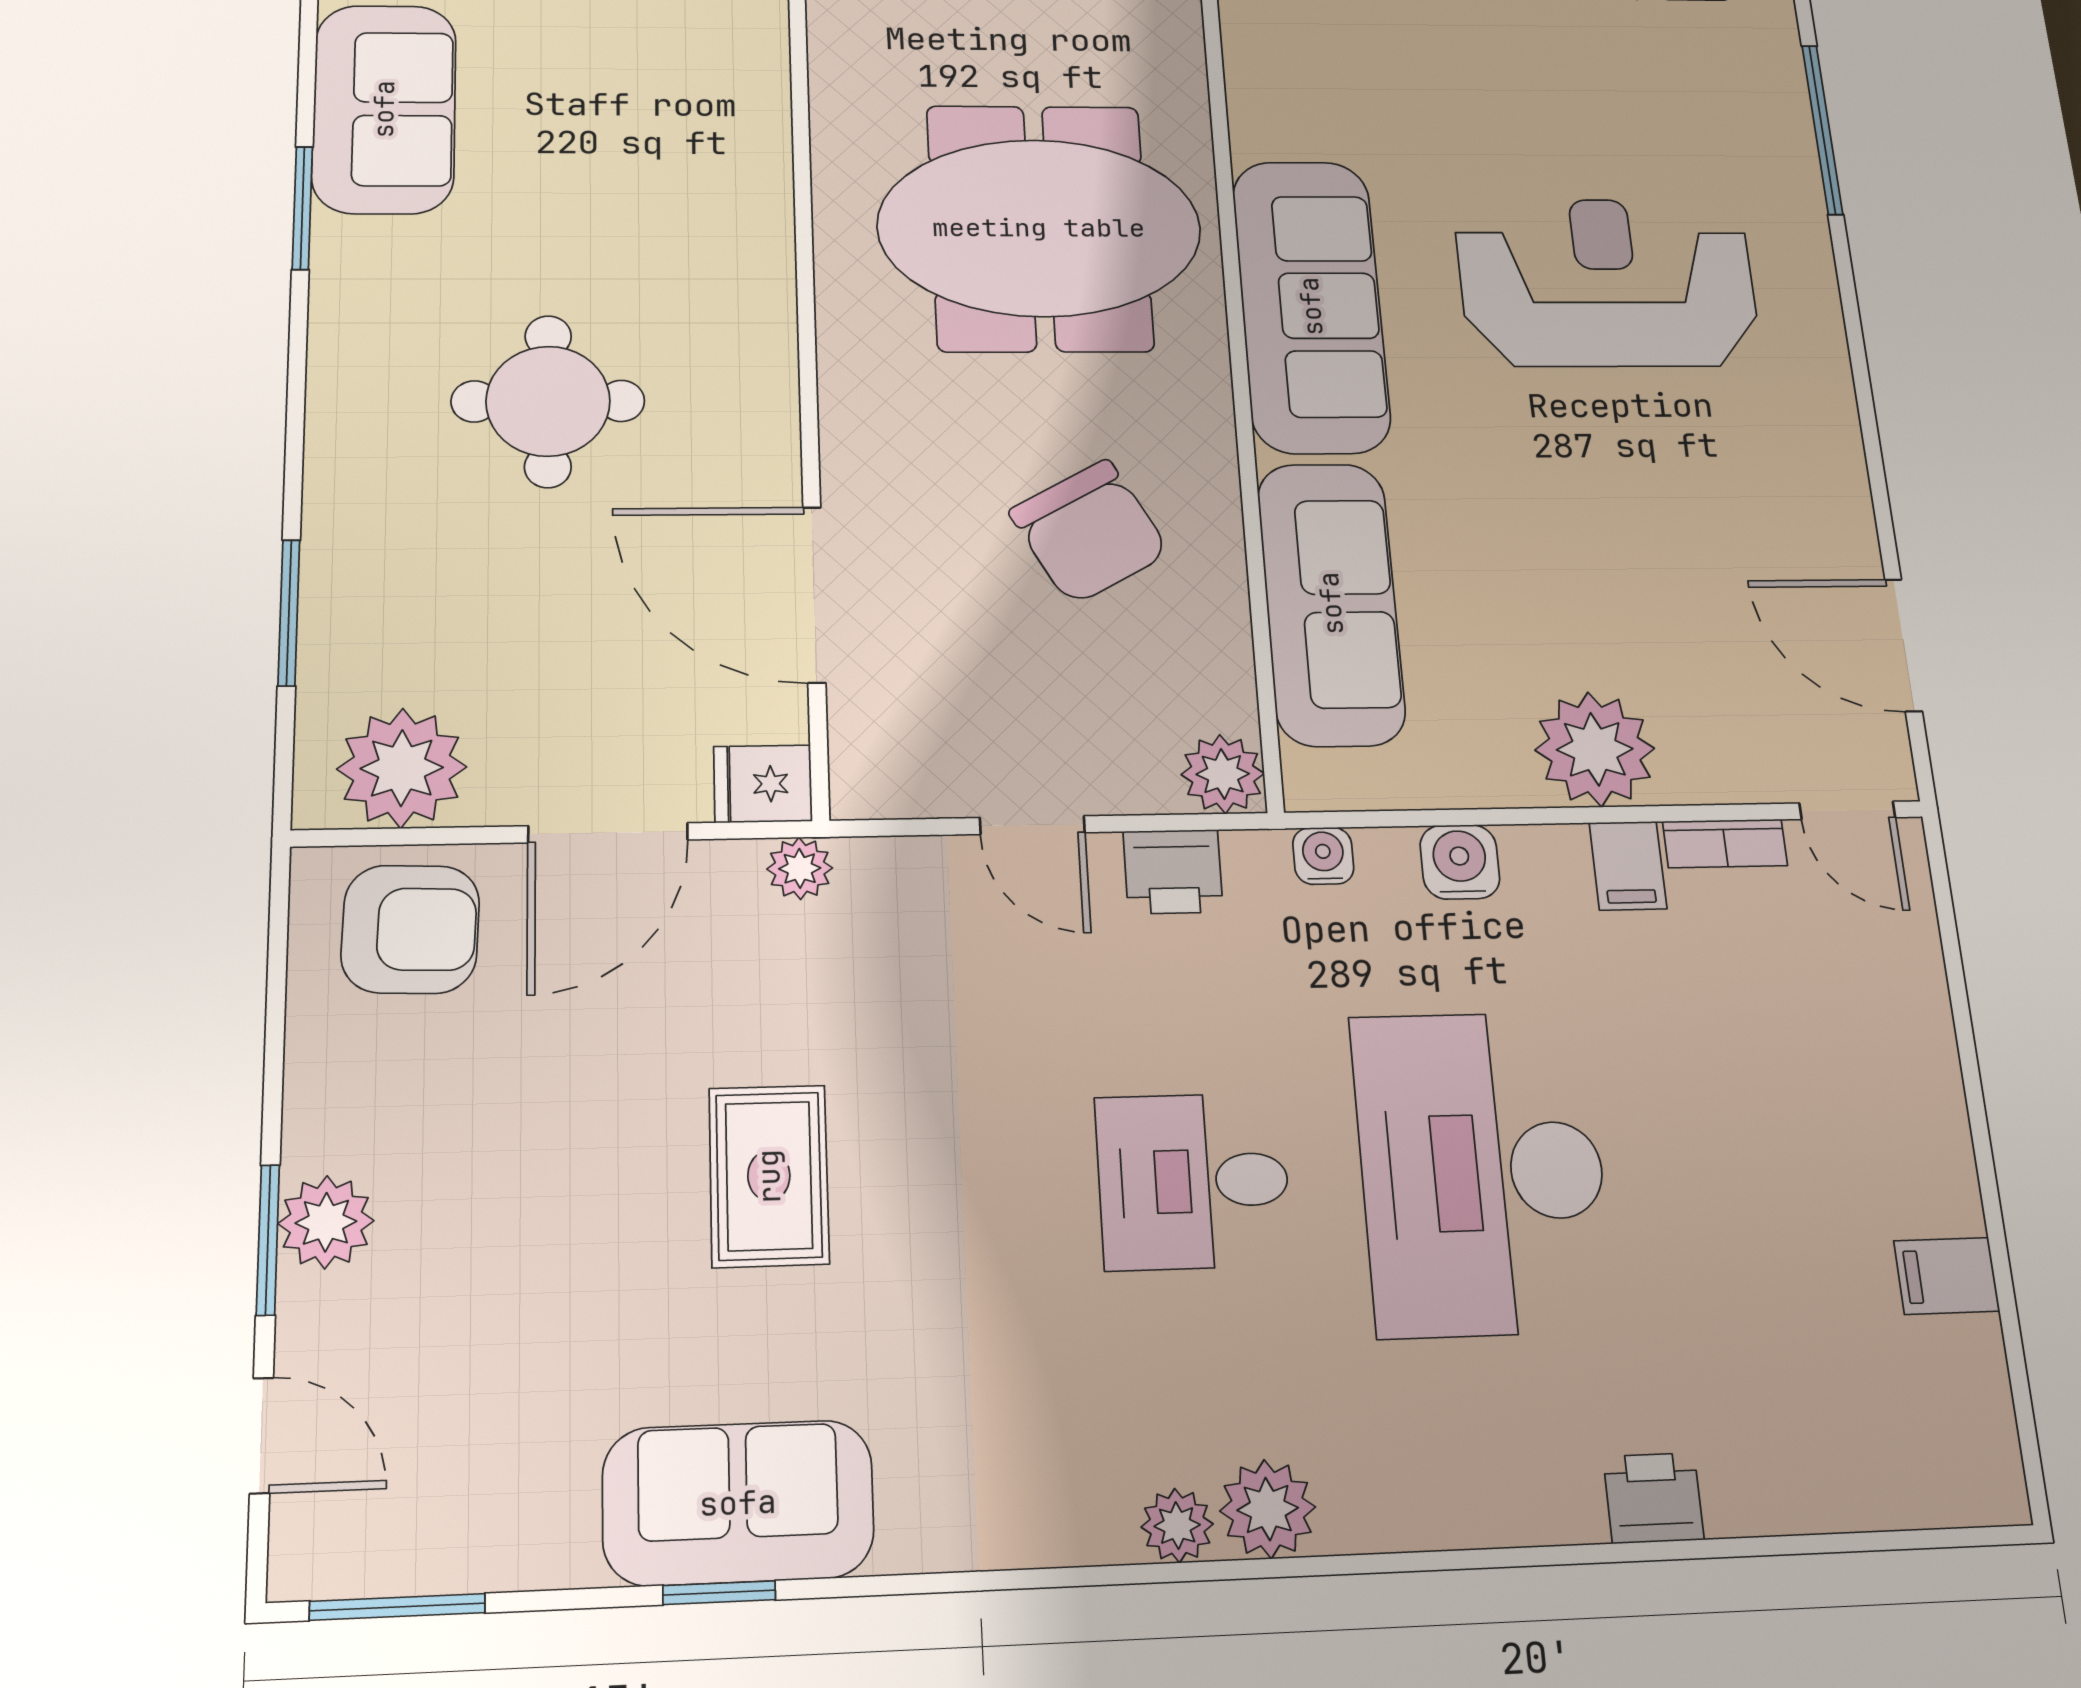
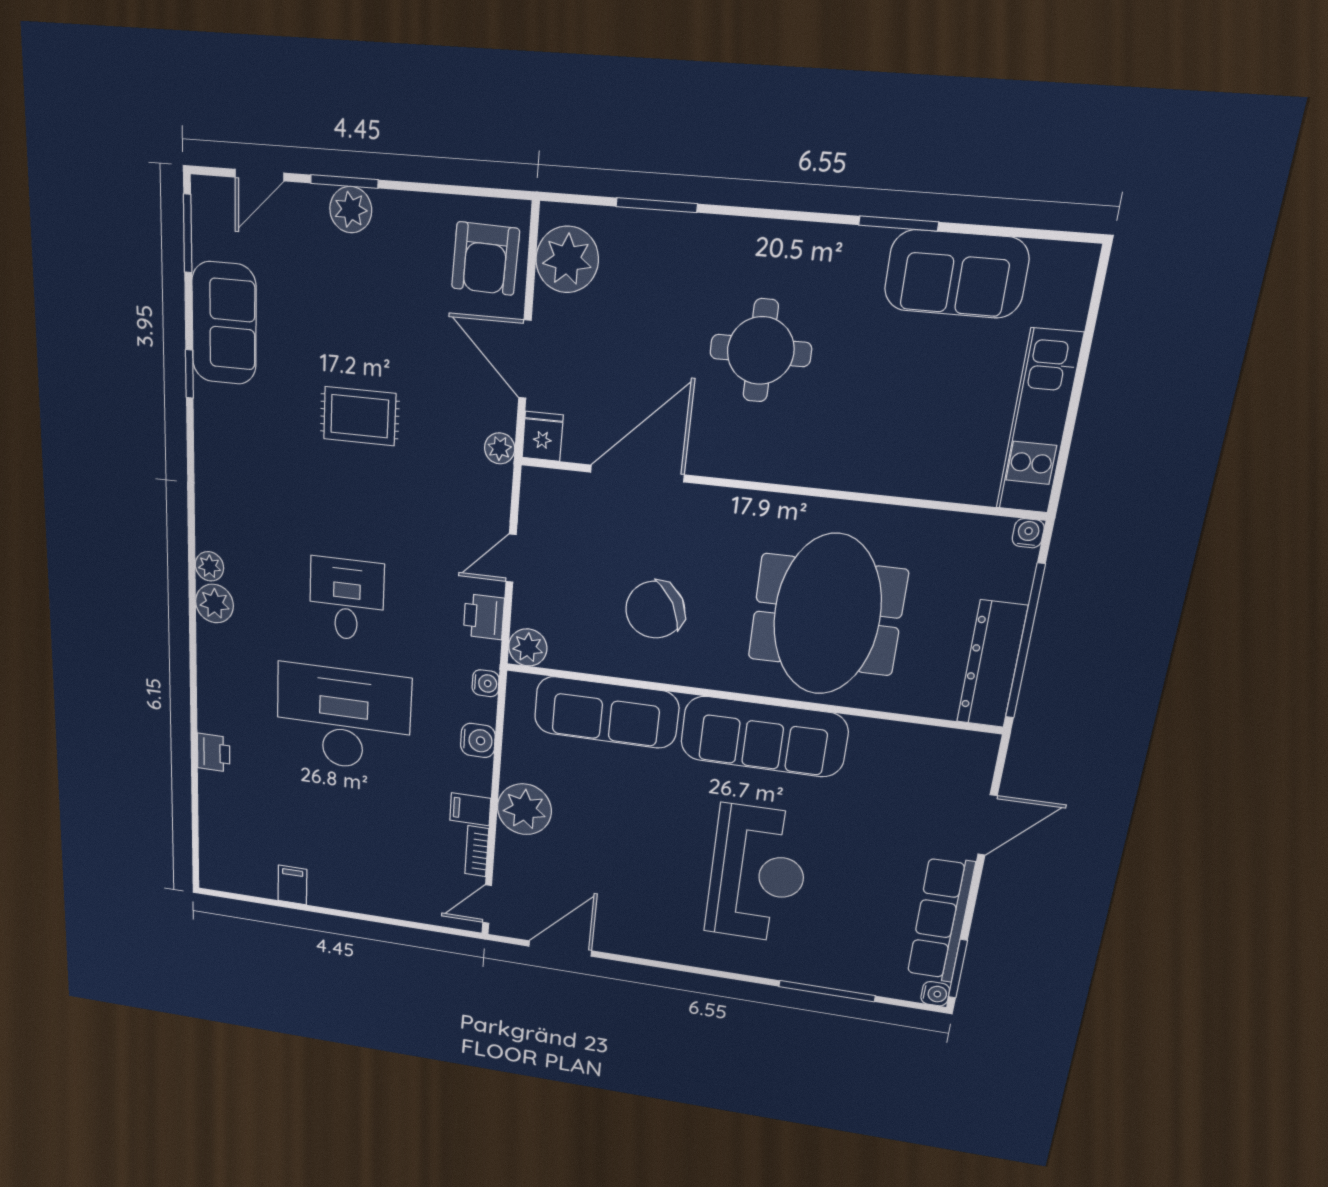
sofa: (738, 1503) -> (224, 323), moved

